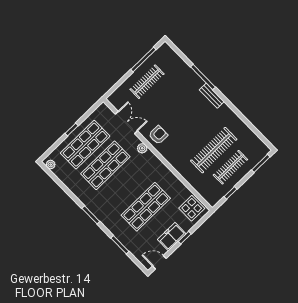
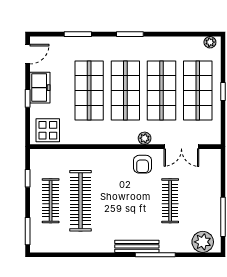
plant: (169, 57) -> (203, 242), added
clothes rail: (147, 82) -> (170, 201), moved
bench: (212, 96) -> (137, 246), width x1.36
shop shelf: (126, 186) -> (125, 90), added

